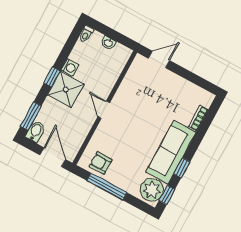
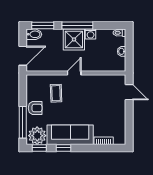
window: (52, 77) -> (77, 25), width x2.17
coffee table: (115, 143) -> (56, 93), added
armchair: (101, 163) -> (35, 108), moved, turned 90
window: (107, 187) -> (23, 122), moved

